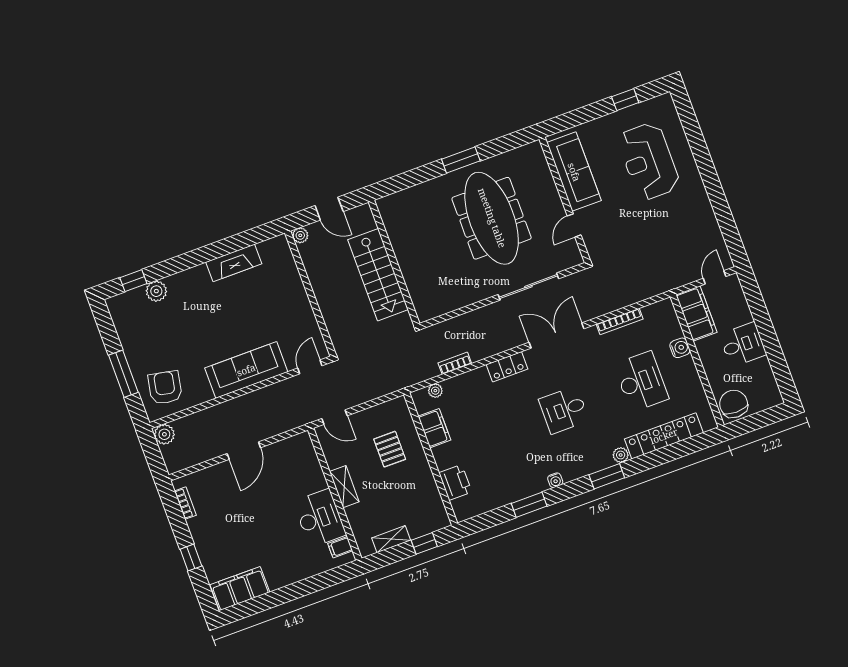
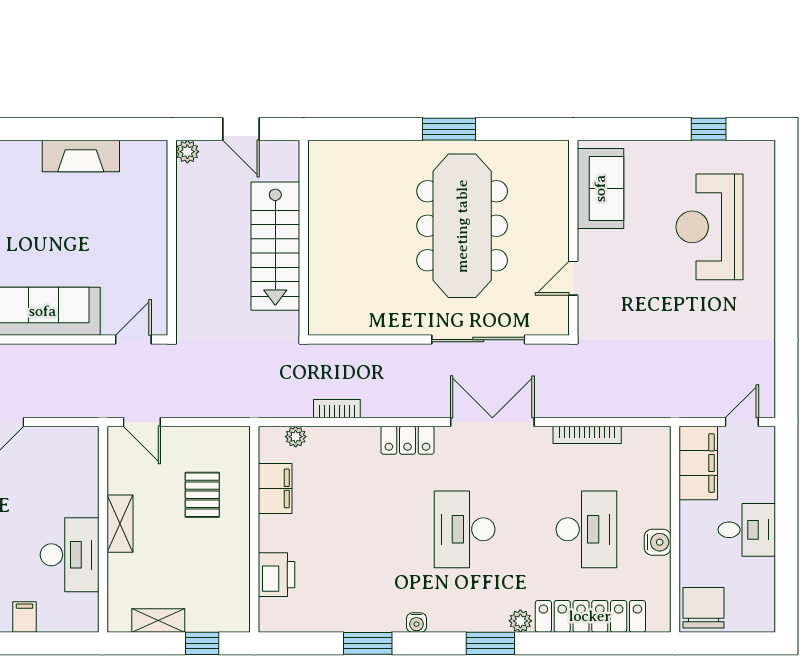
sofa: (574, 172) -> (600, 188), width x0.73
water cooler: (680, 348) -> (658, 542), moved
desk: (564, 410) -> (465, 529), width x1.37
filing cabinet: (340, 547) -> (25, 617), moved, turned 90

